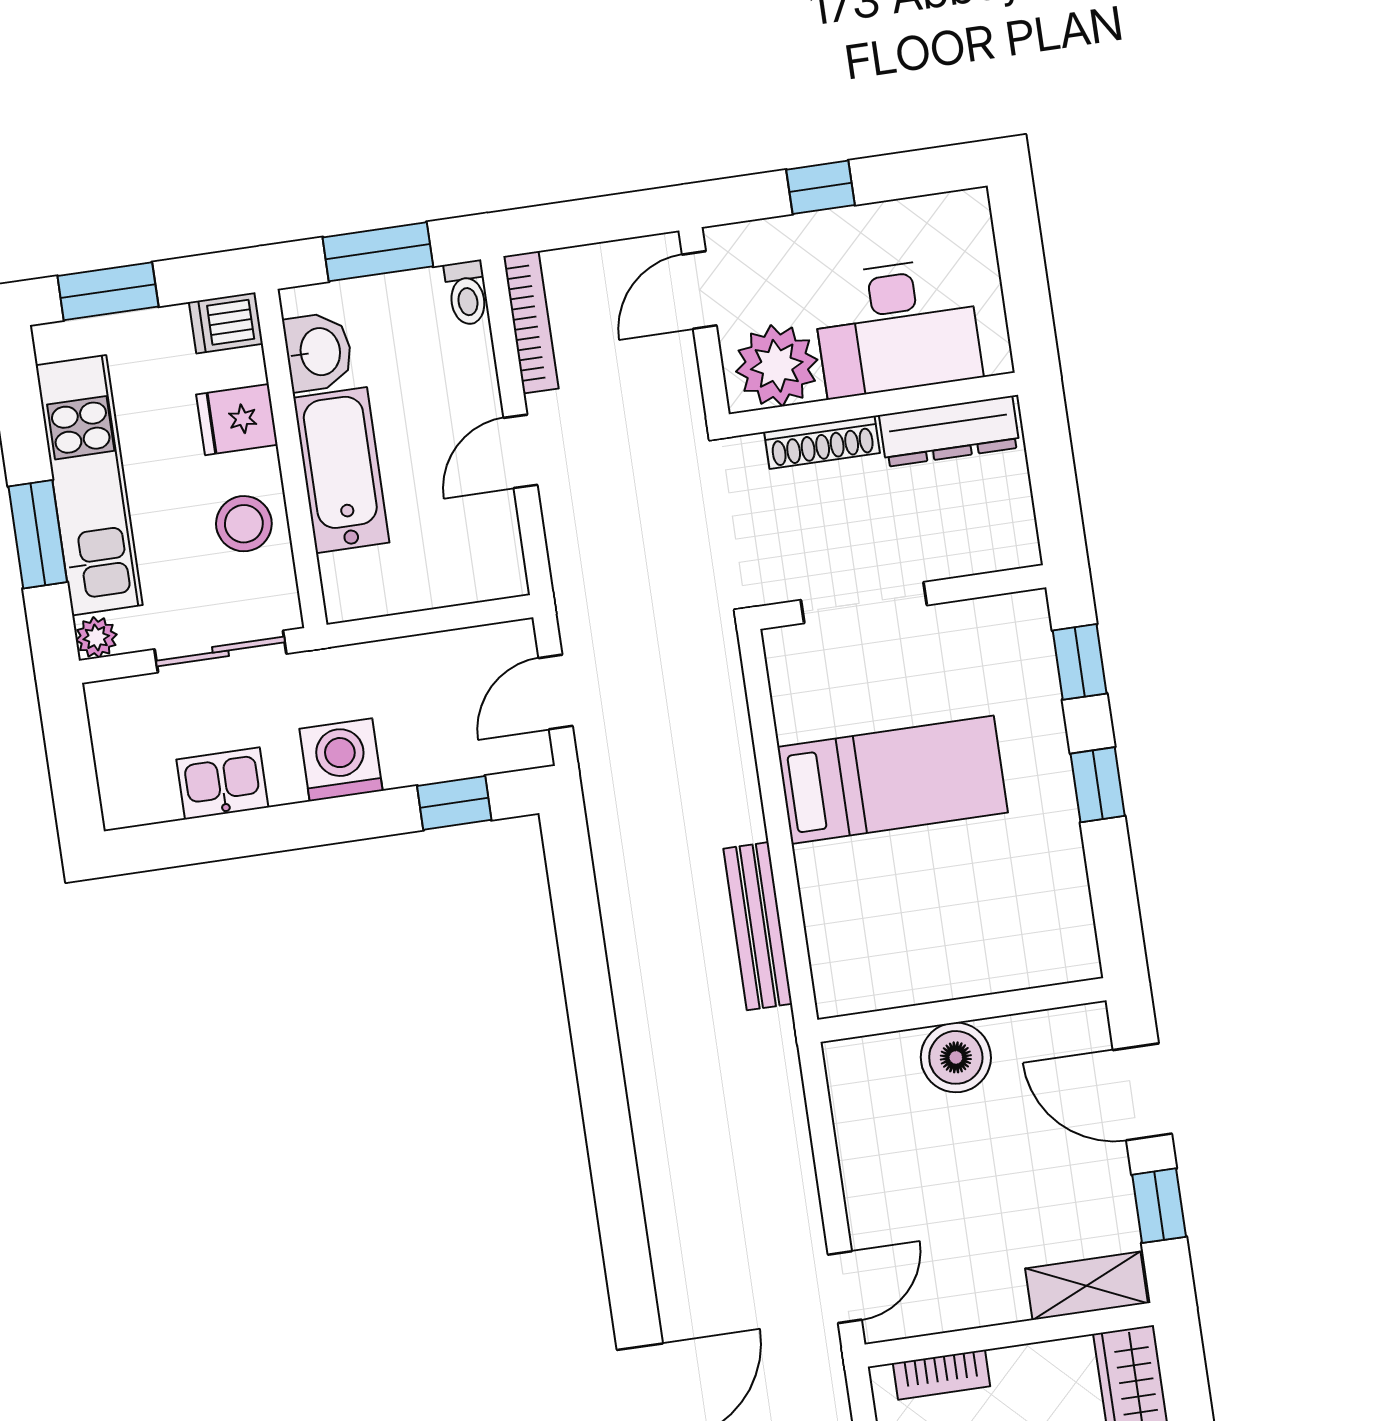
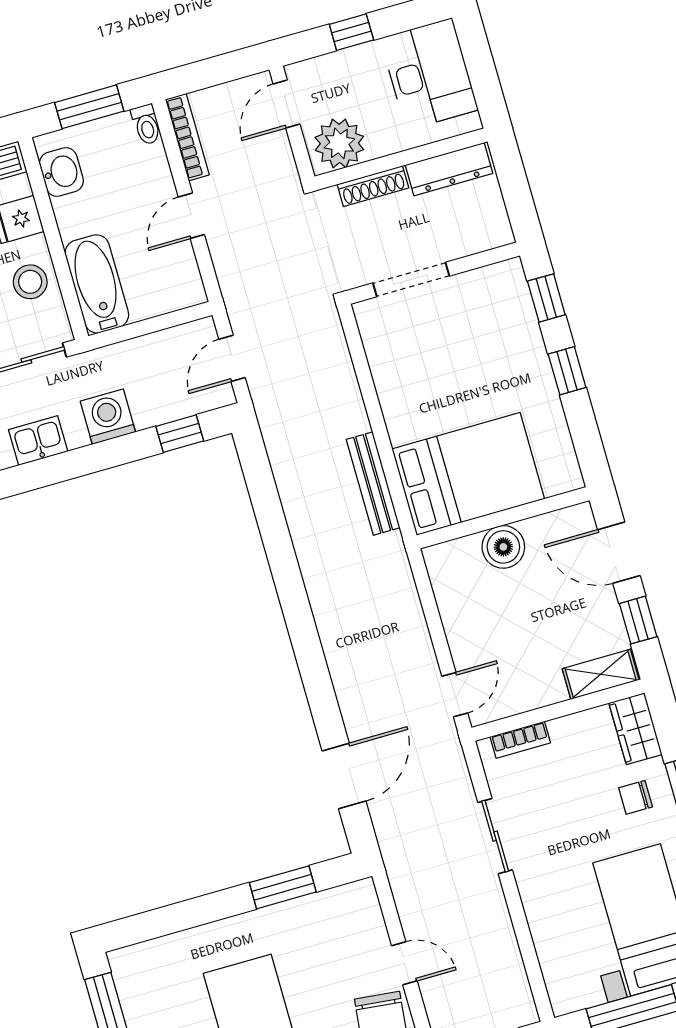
desk: (897, 327) -> (429, 74), moved, turned -90
bathtub: (341, 470) -> (97, 284), moved
bed: (893, 780) -> (468, 474), moved, width x1.50

